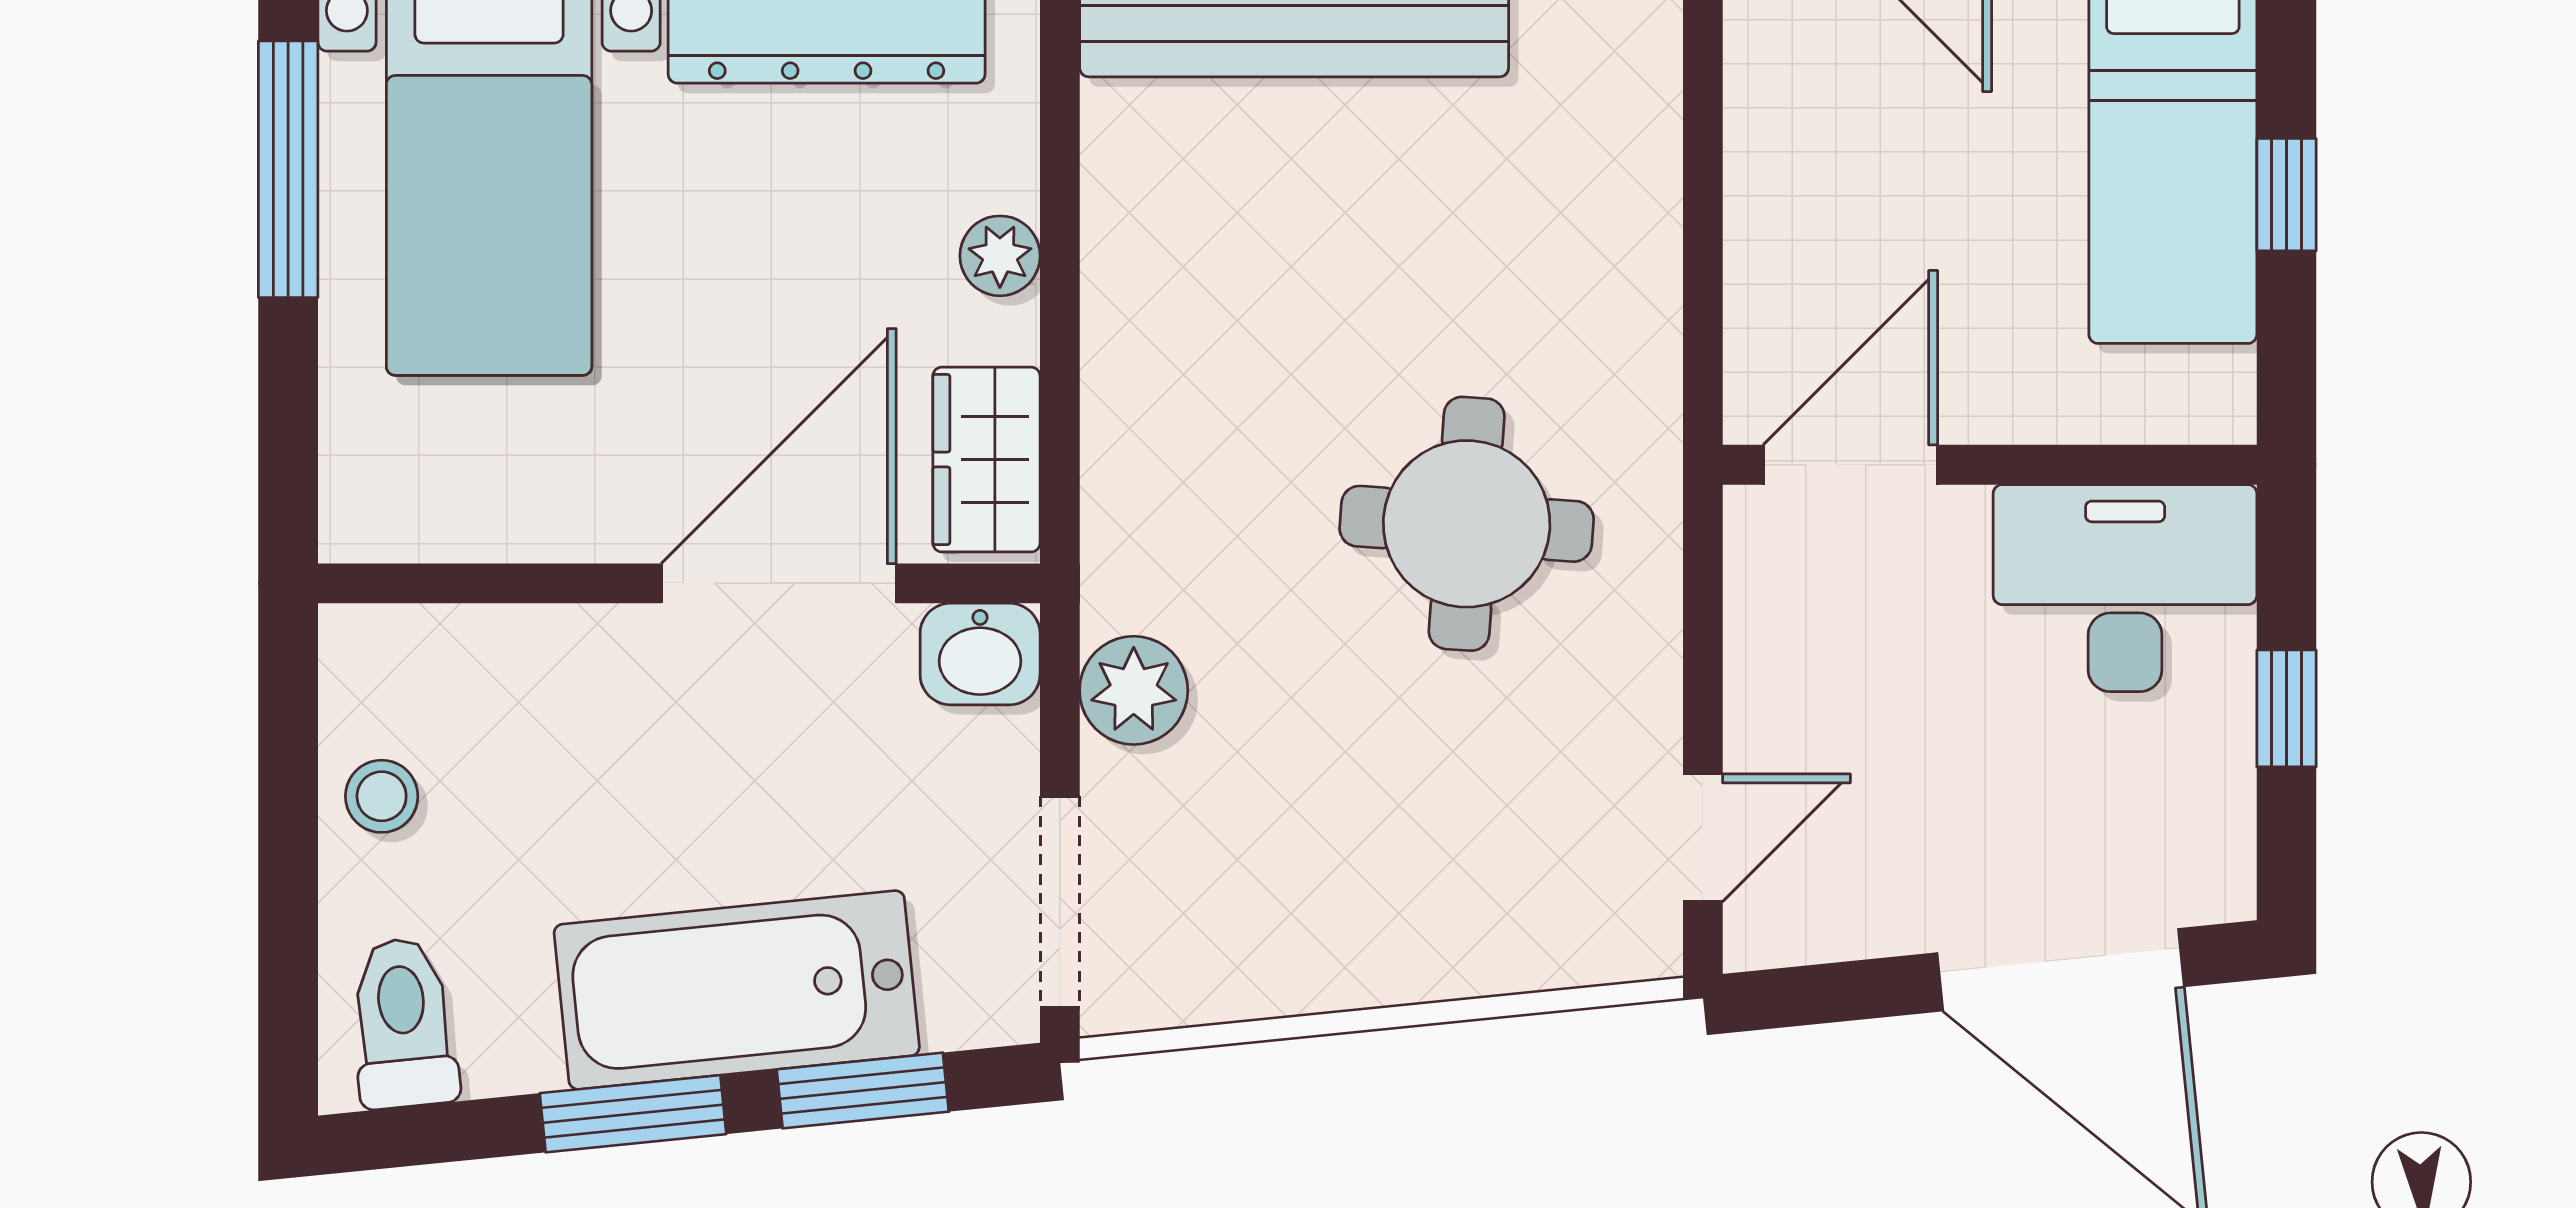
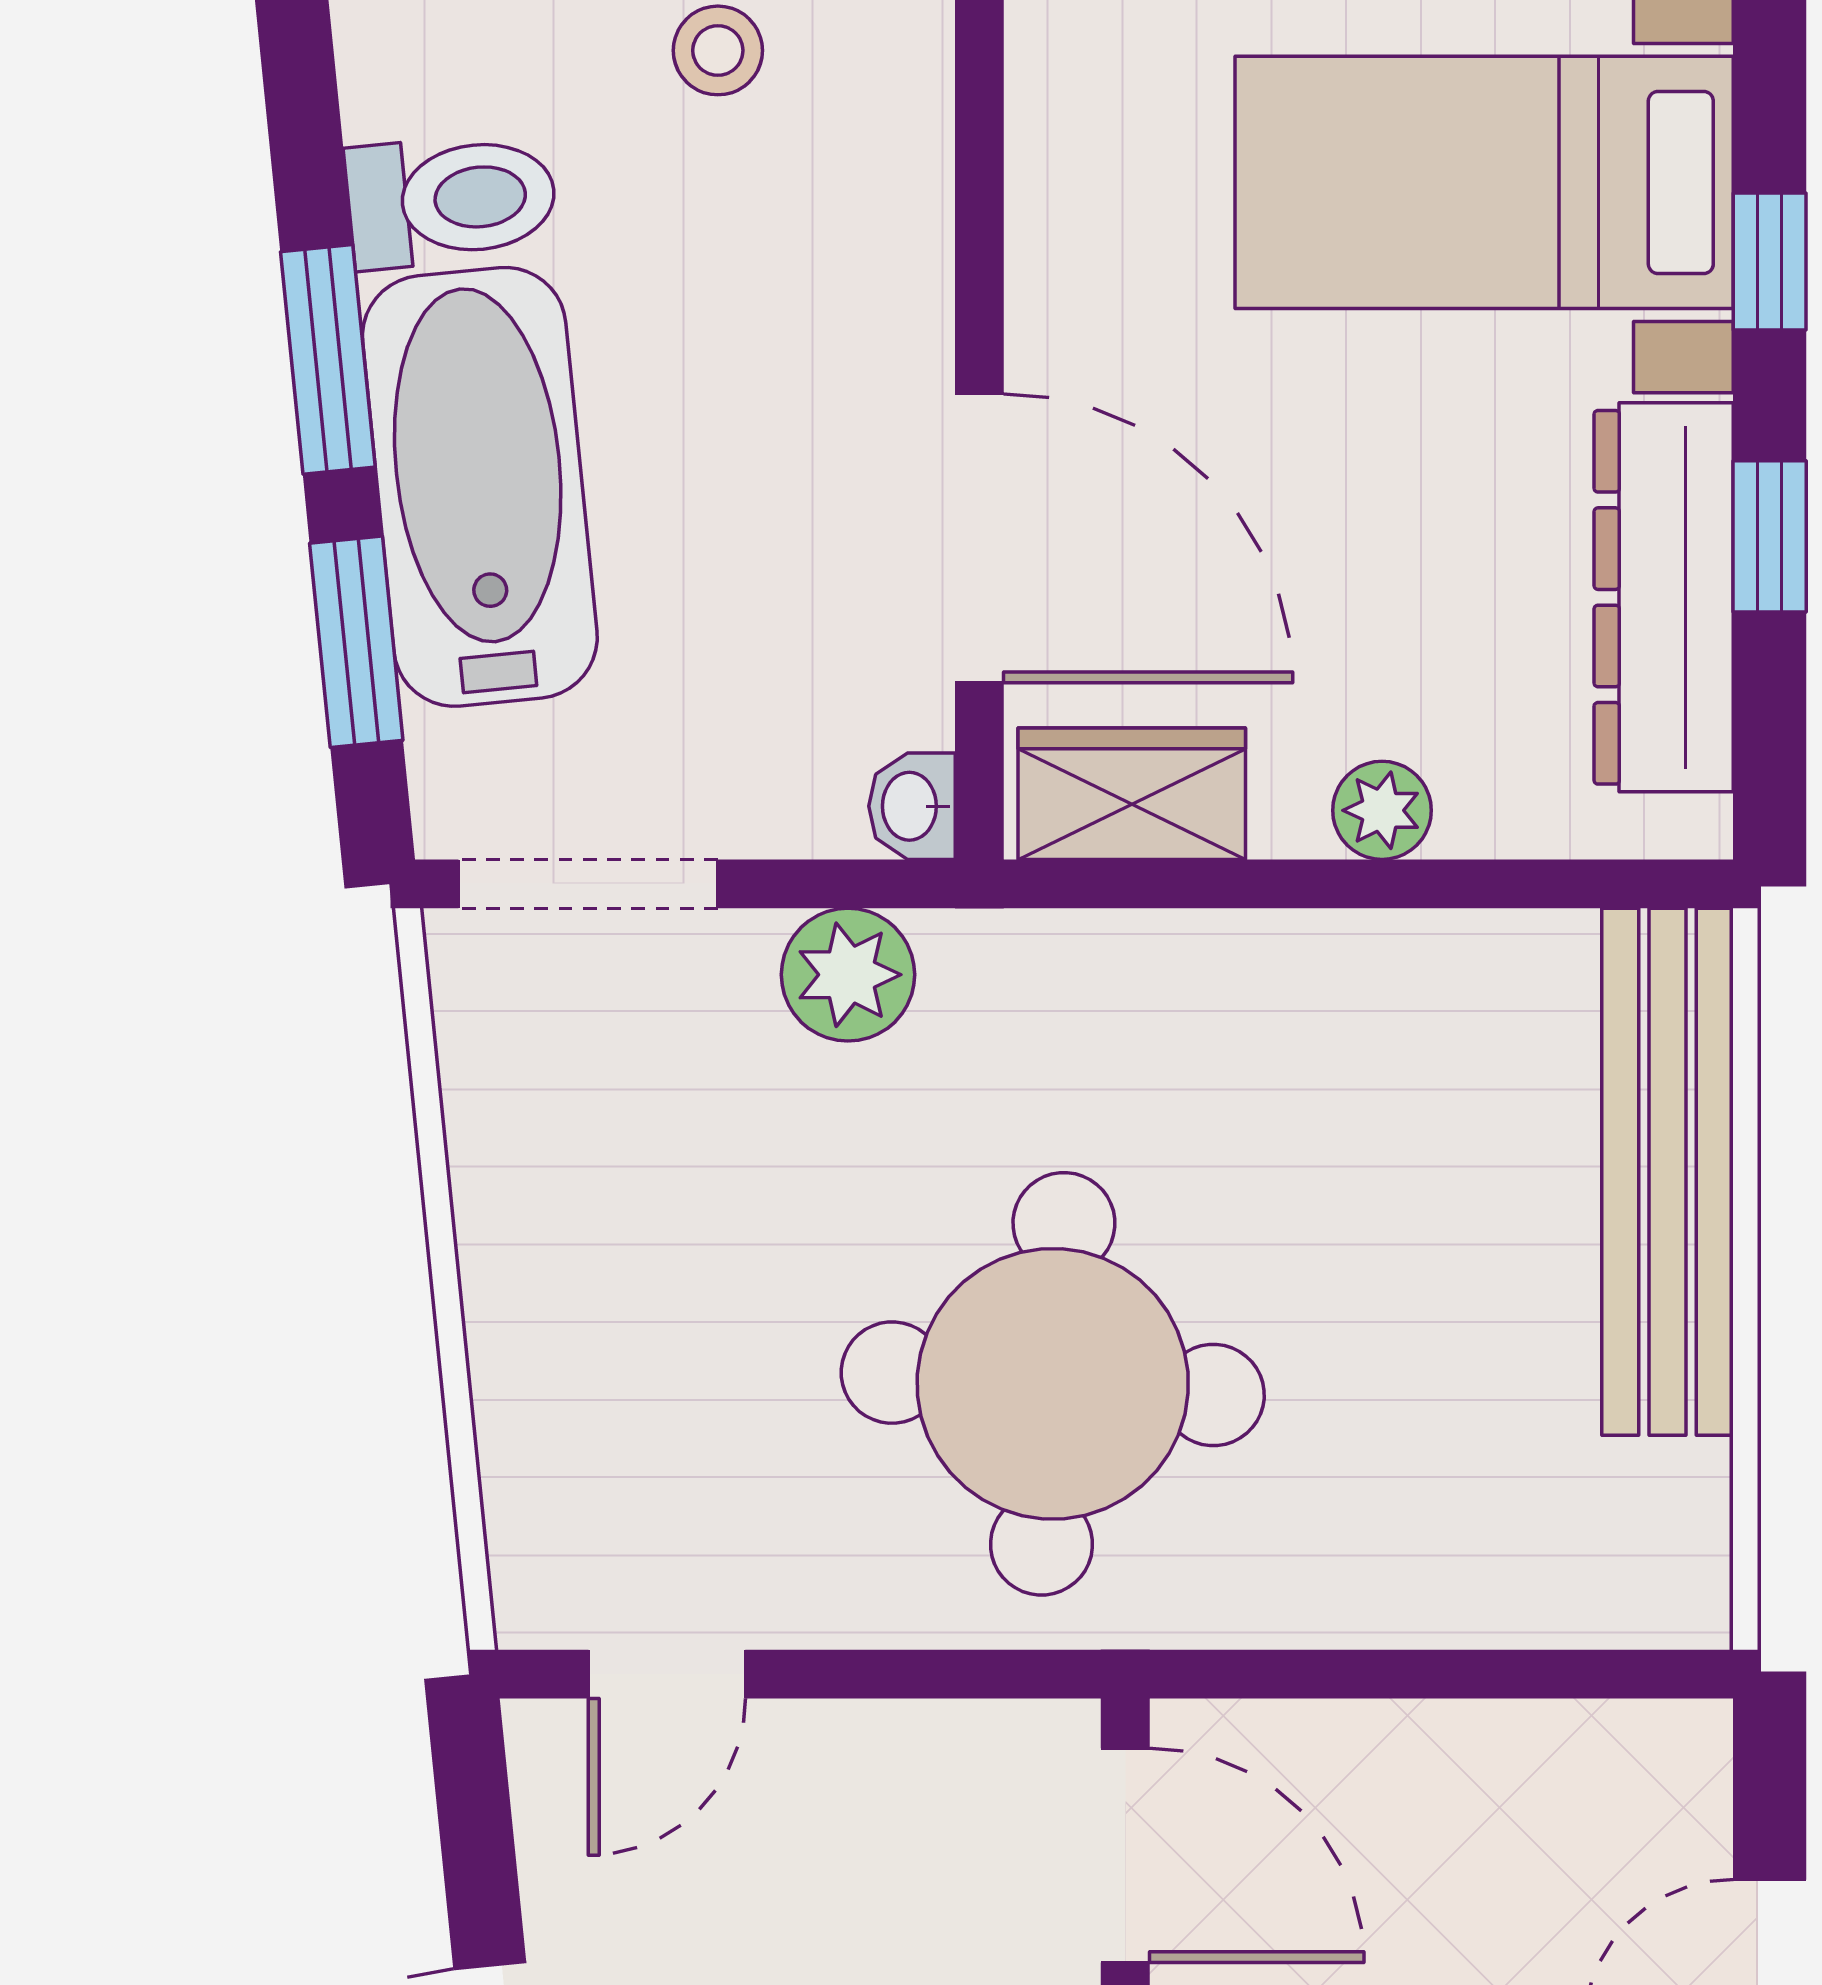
round table: (1467, 524) -> (1053, 1384), width x1.36, depth x1.36
washbasin: (980, 654) -> (912, 806), width x0.72, depth x0.69
door: (1703, 838) -> (667, 1674), hinge flipped
toilet: (403, 1023) -> (452, 200), moved

